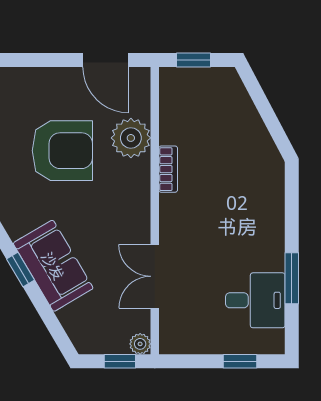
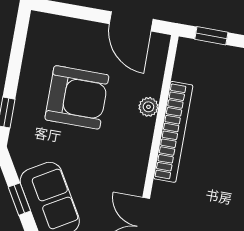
plant: (131, 138) -> (148, 107), width x0.53, depth x0.53
bookcase: (168, 169) -> (173, 132), width x2.31, depth x1.31

